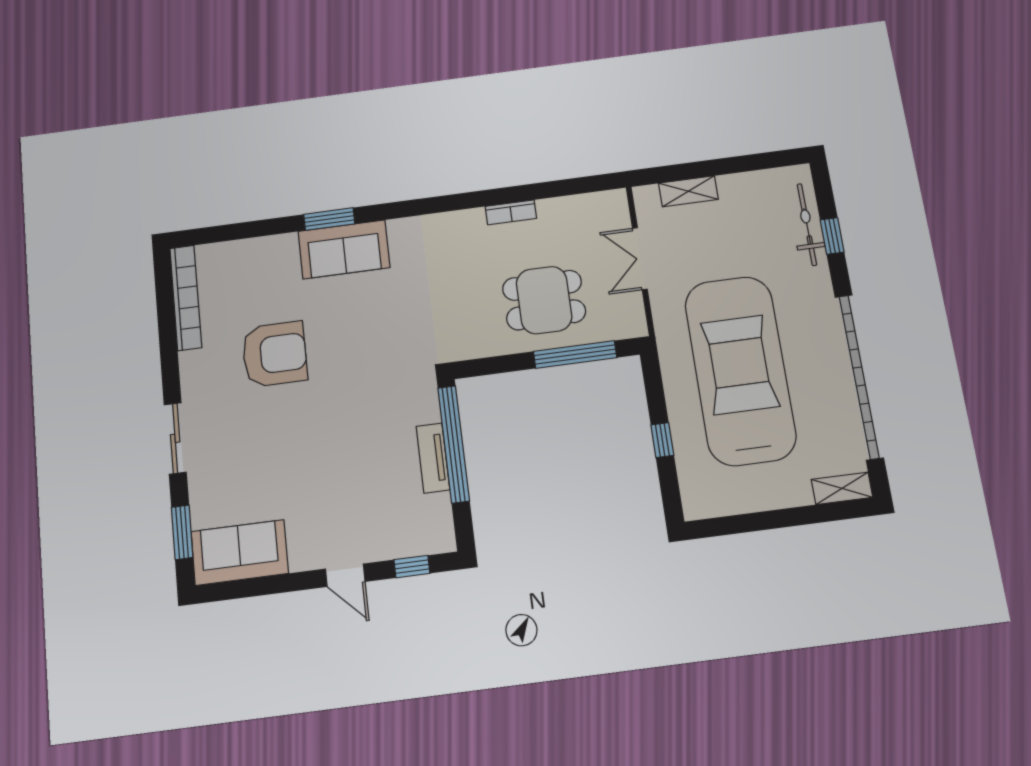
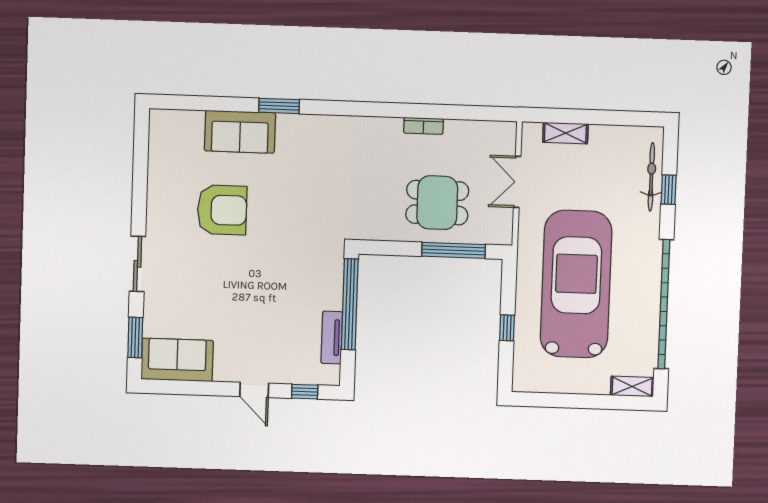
sofa: (344, 249) -> (240, 132), moved
bookcase: (186, 298) -> (157, 152), removed
tv unit: (433, 458) -> (332, 338), moved

